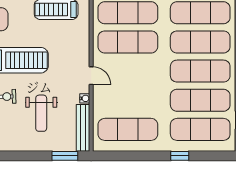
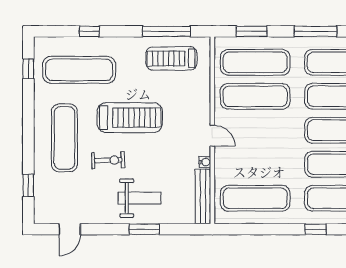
weight bench: (41, 113) -> (139, 198), moved, turned -90
window: (65, 156) -> (144, 229), moved

